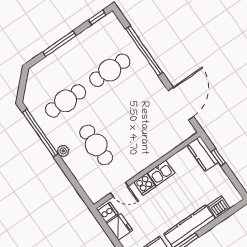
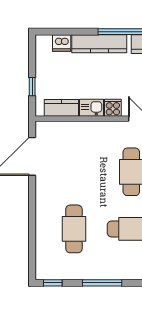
window: (144, 51) -> (32, 225), removed
cafe table: (110, 70) -> (74, 229), turned 90
kitchen counter: (203, 154) -> (61, 108), moved, turned -90

